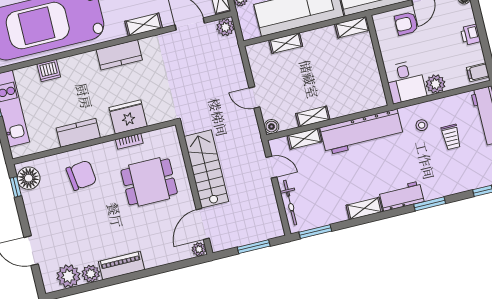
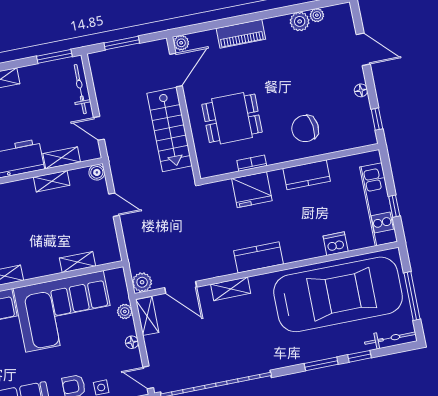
floor lamp: (29, 178) -> (361, 90), moved, width x0.53, depth x0.53
piano: (121, 266) -> (241, 34), moved
plant: (68, 276) -> (317, 15), width x0.53, depth x0.53

